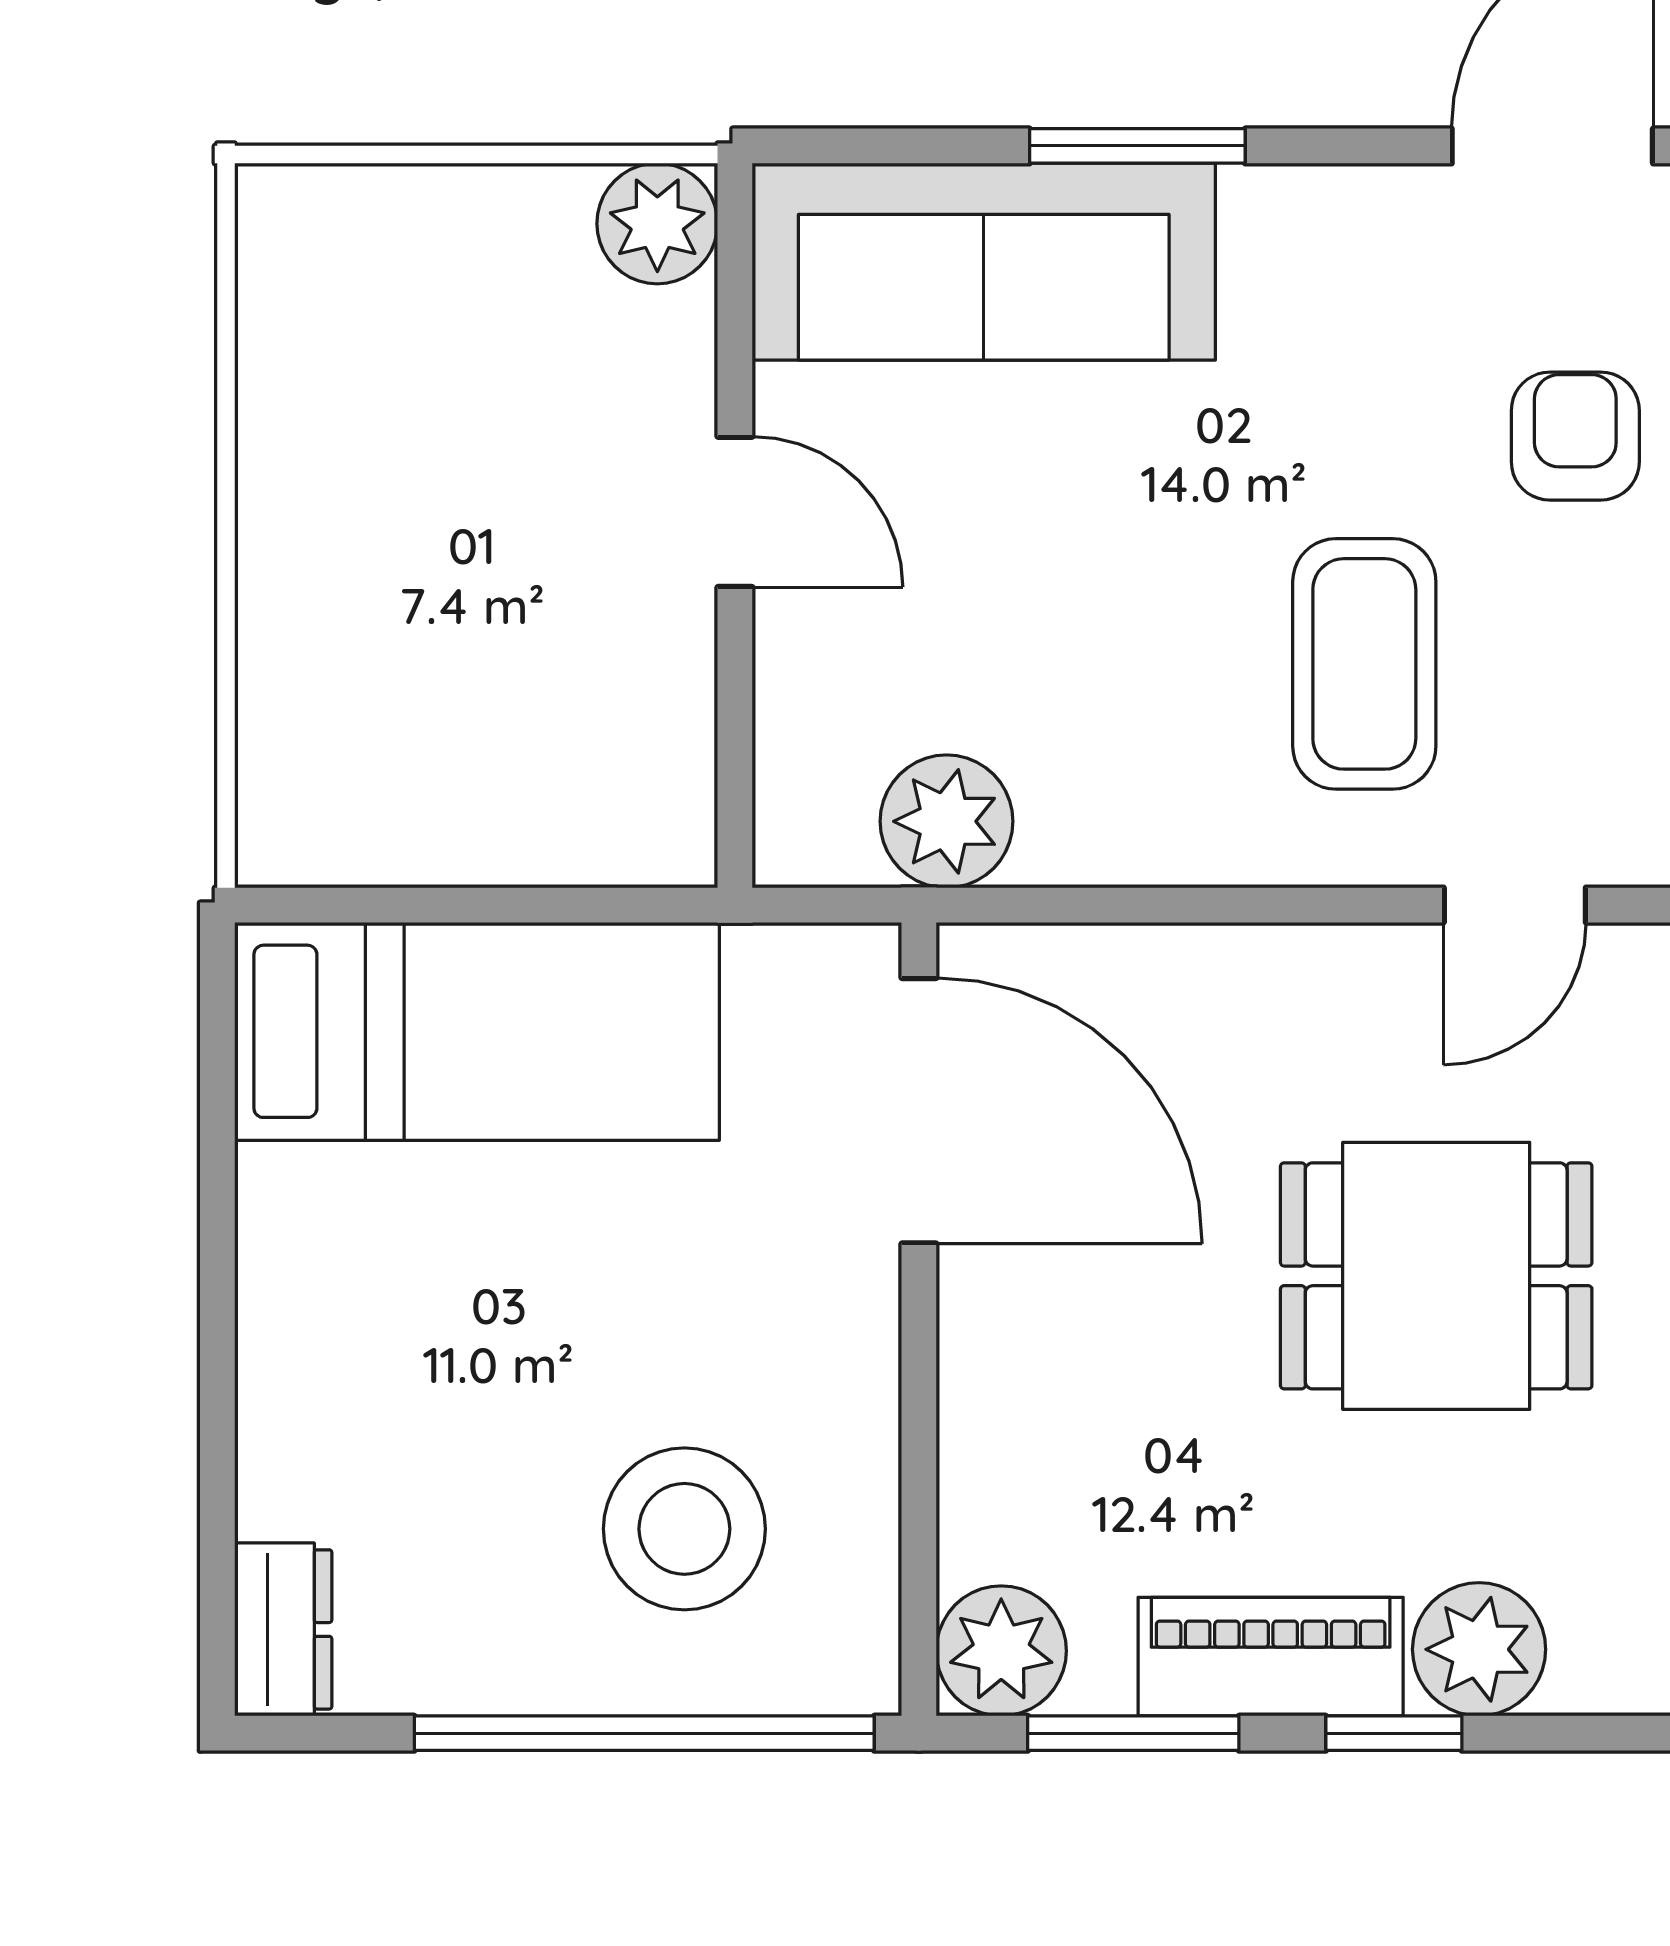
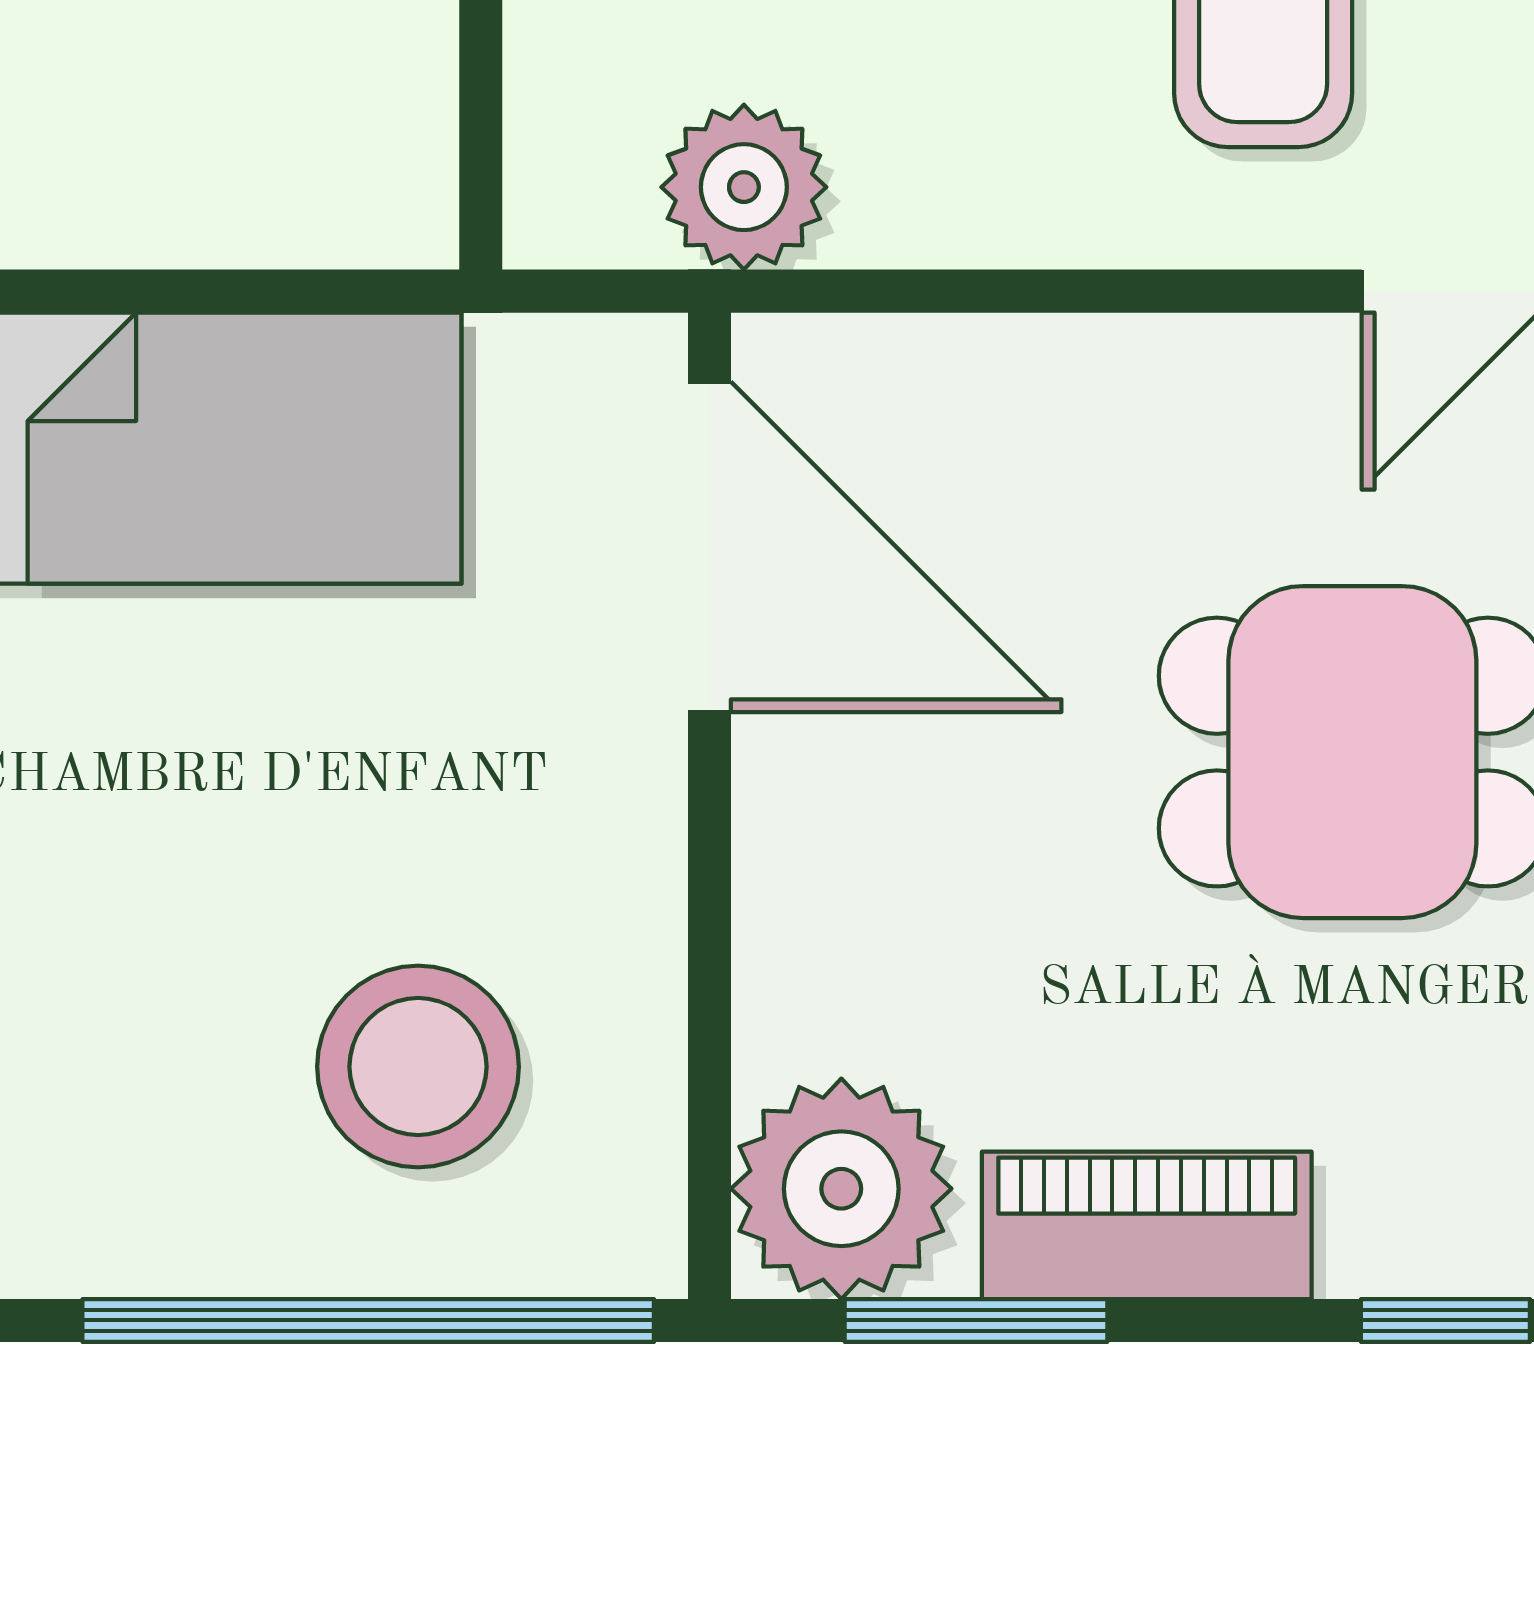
plant: (1479, 1649) -> (1406, 1216), removed
plant: (1001, 1651) -> (841, 1189), width x1.36, depth x1.36
window: (1394, 1733) -> (1445, 1320), moved

